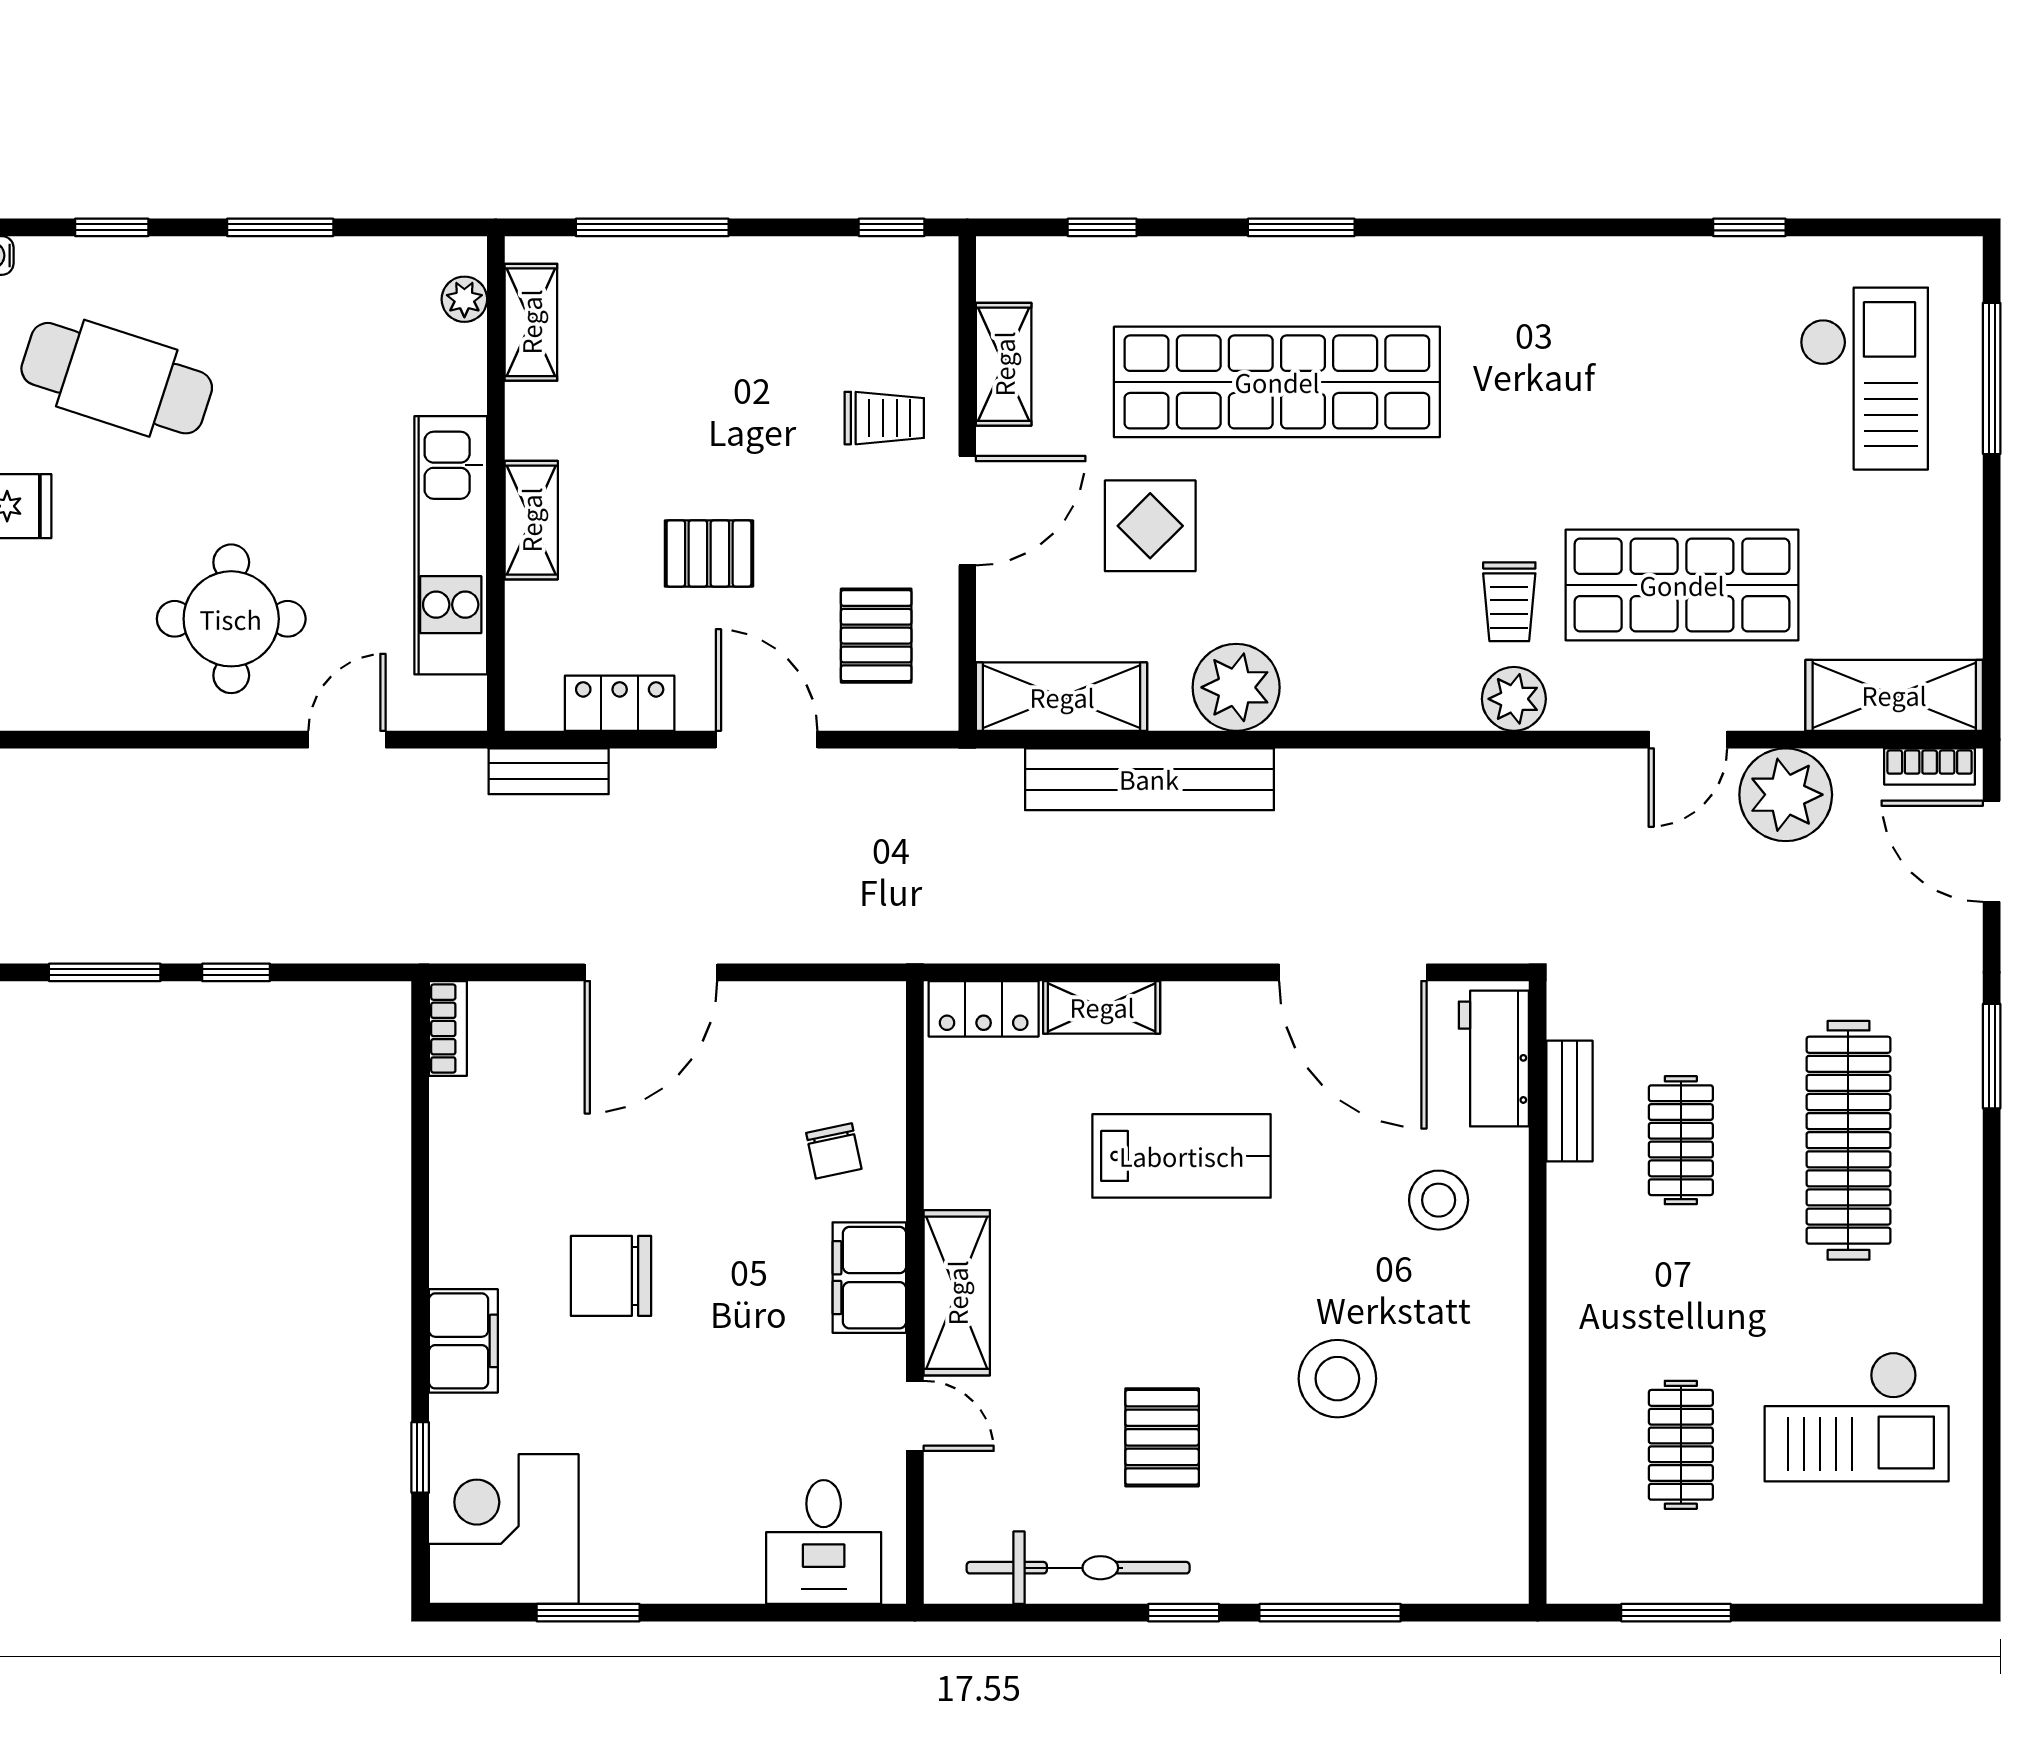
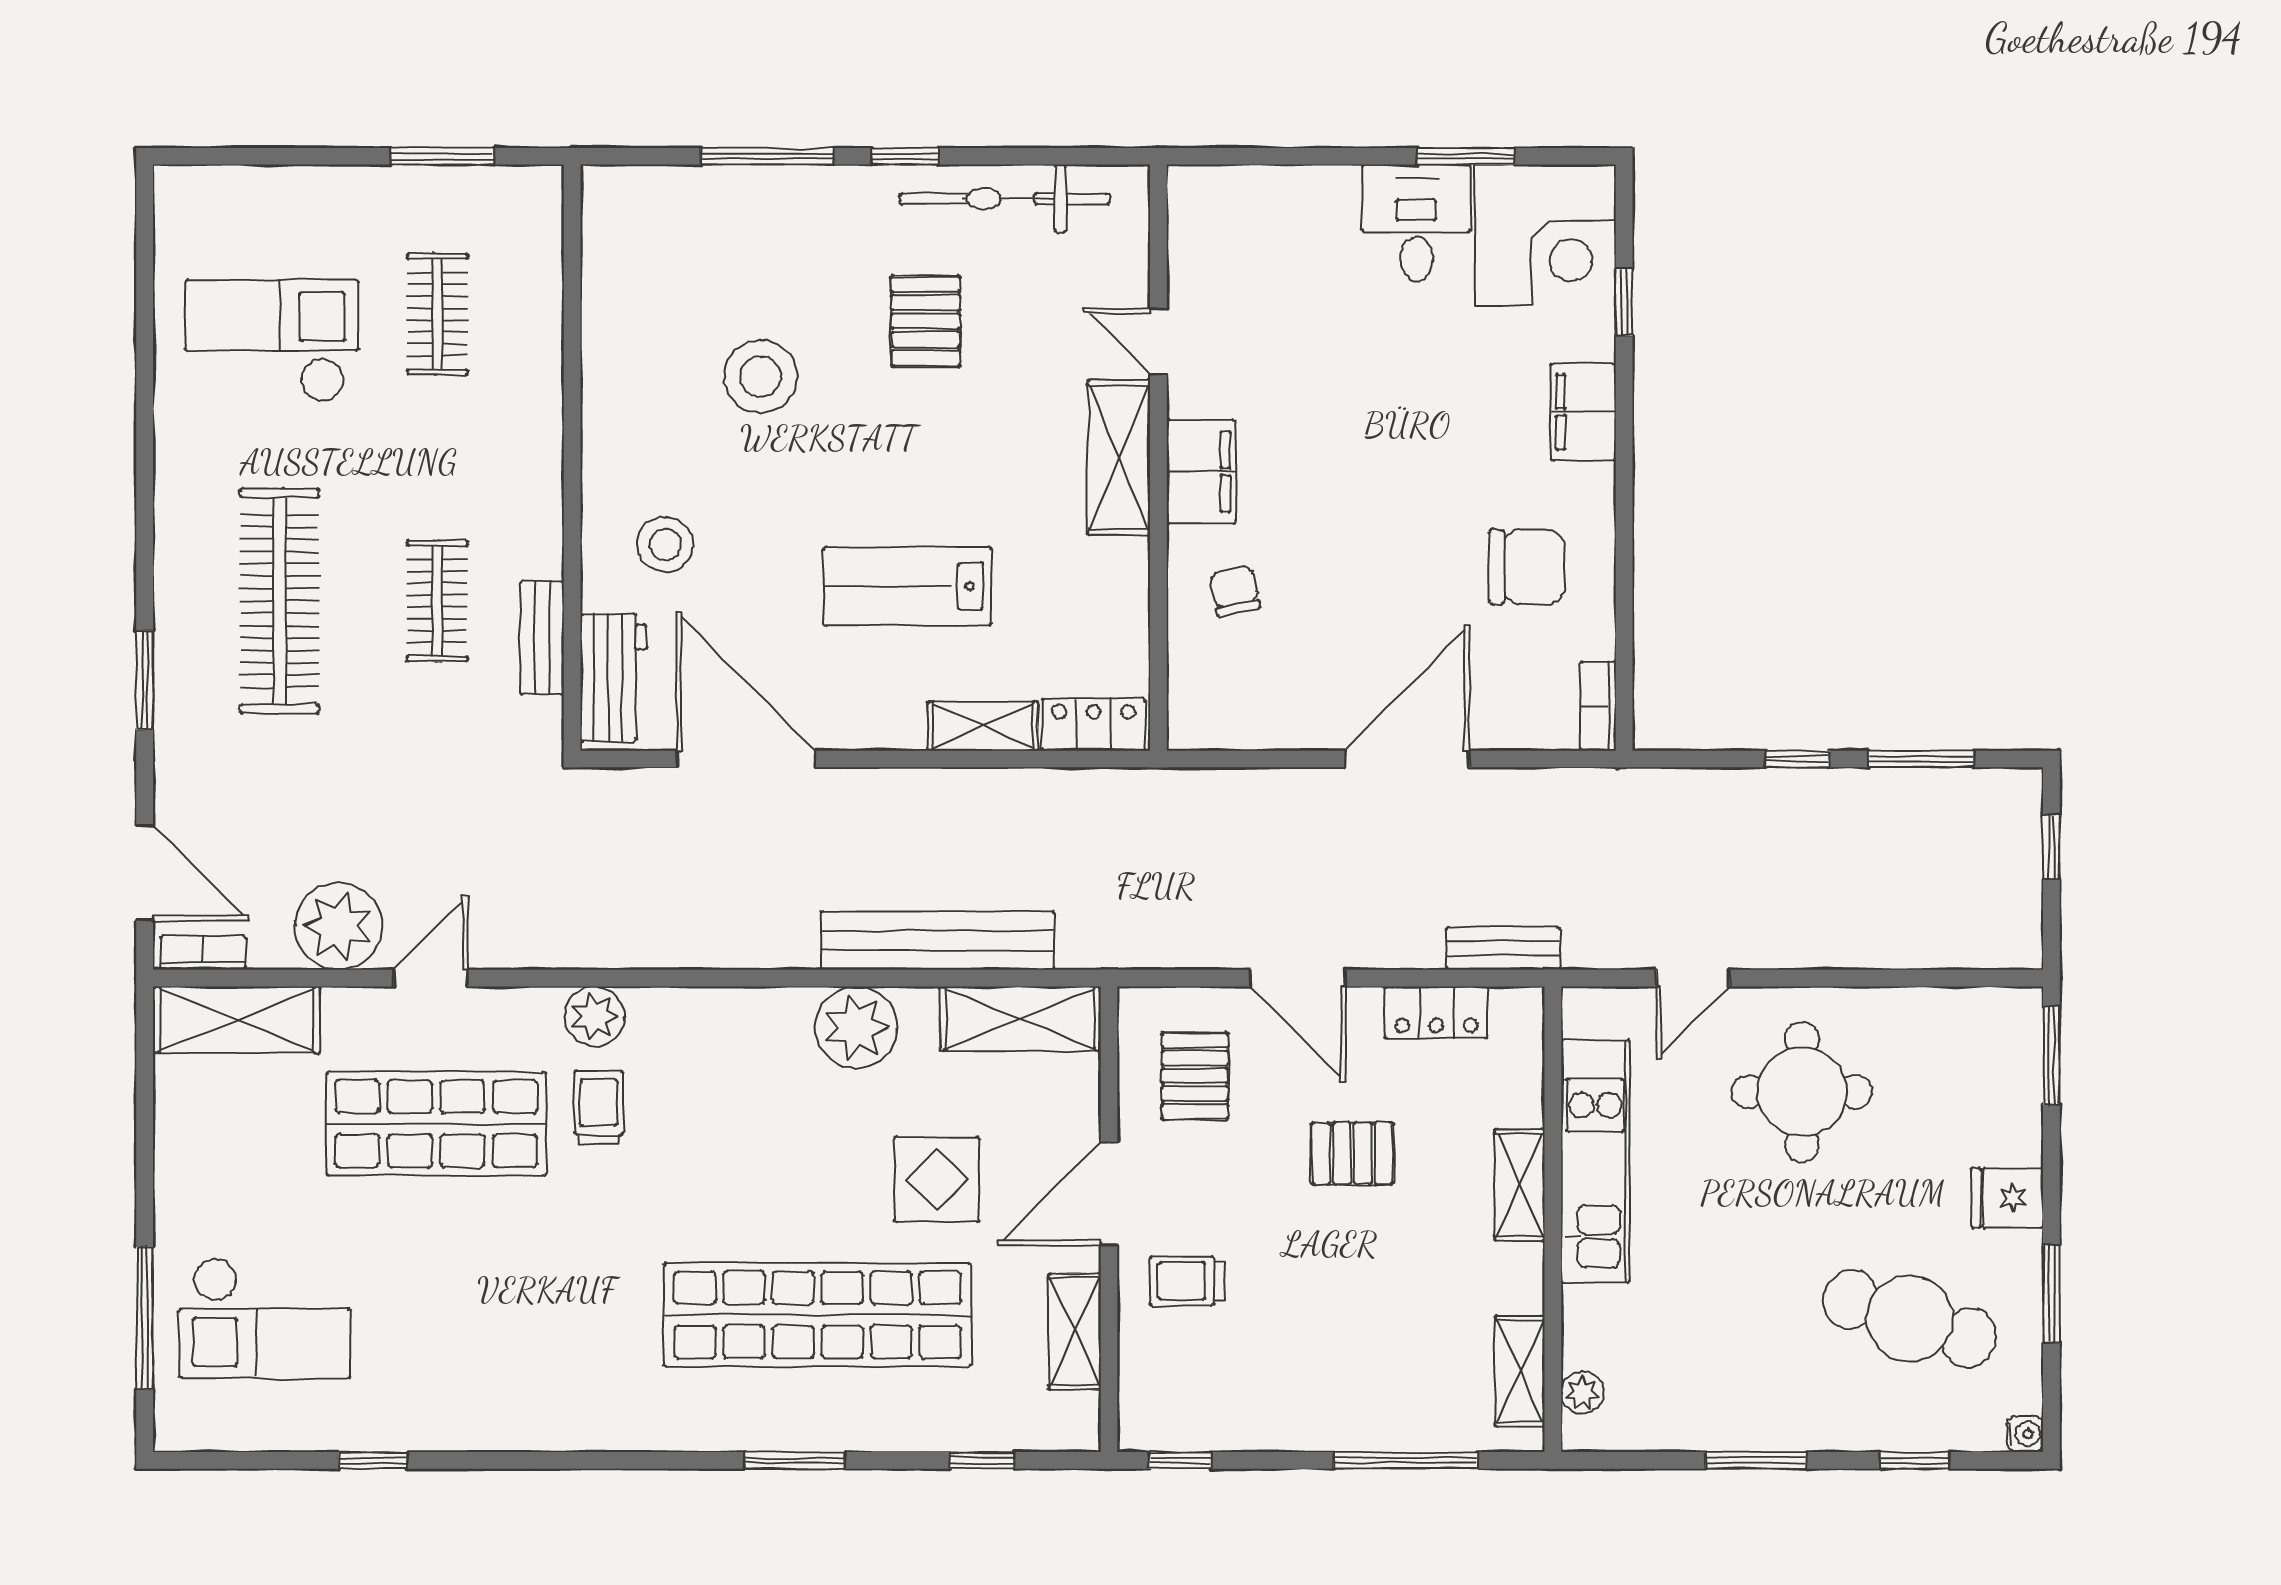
checkout: (1864, 379) -> (265, 1318), turned -90
chair: (611, 1276) -> (1527, 567), moved
desk: (824, 1542) -> (1416, 223), moved

